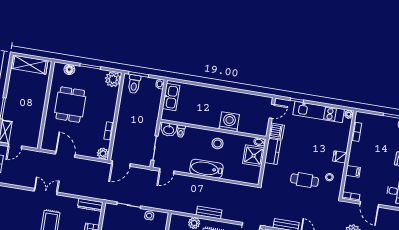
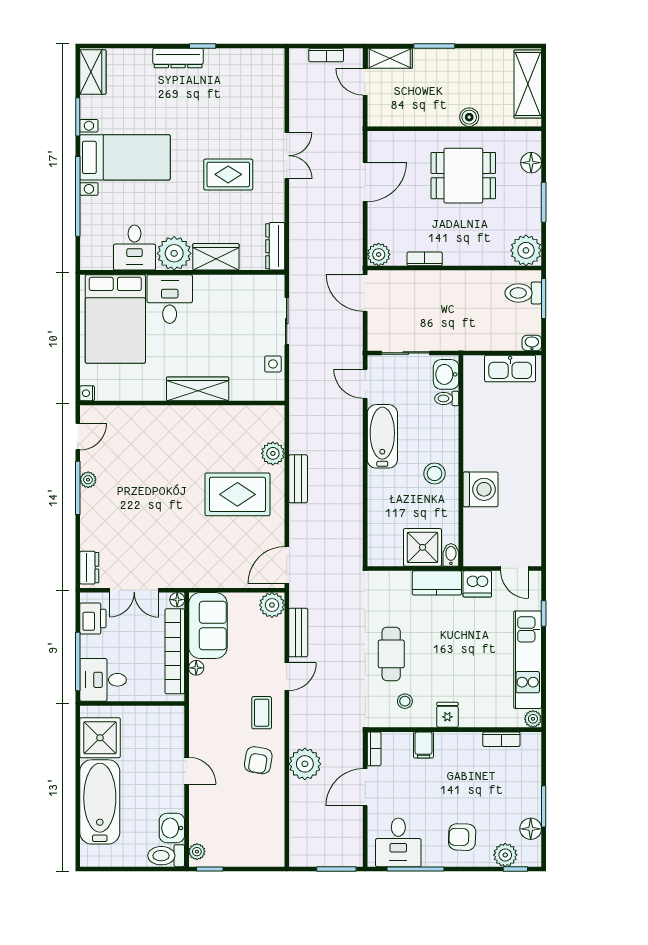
boiler: (41, 97) -> (469, 117), added
bathtub: (206, 169) -> (382, 436), moved

